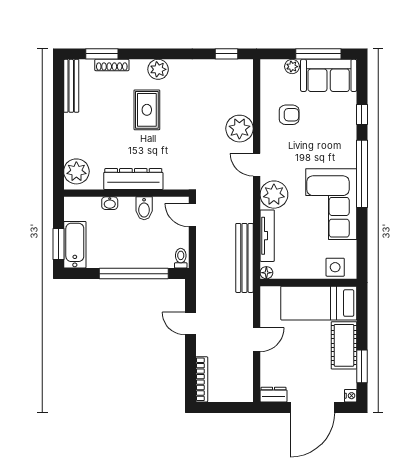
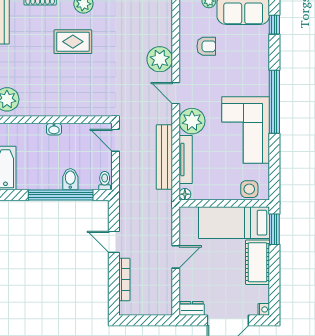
rug: (147, 110) -> (73, 42), turned 90
window: (362, 115) -> (274, 25), moved
dresser: (133, 179) -> (60, 107), removed
washbasin: (110, 203) -> (54, 129), moved
bidet: (144, 208) -> (70, 179), moved, turned 180
bench: (244, 258) -> (164, 157), moved
window: (362, 366) -> (274, 229), moved
bookcase: (202, 379) -> (124, 279), moved

